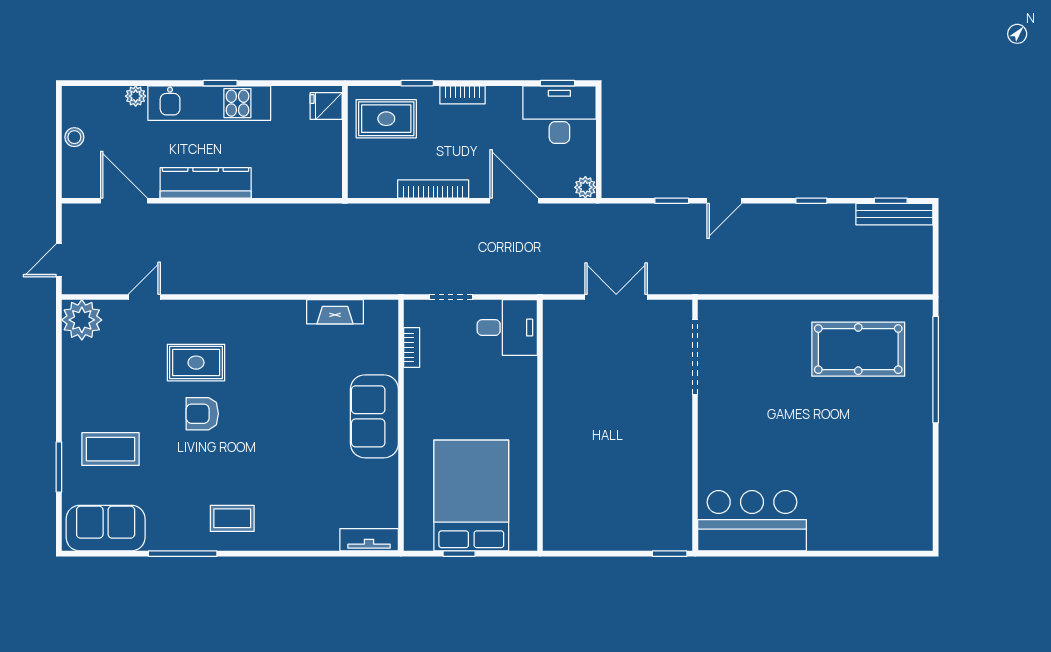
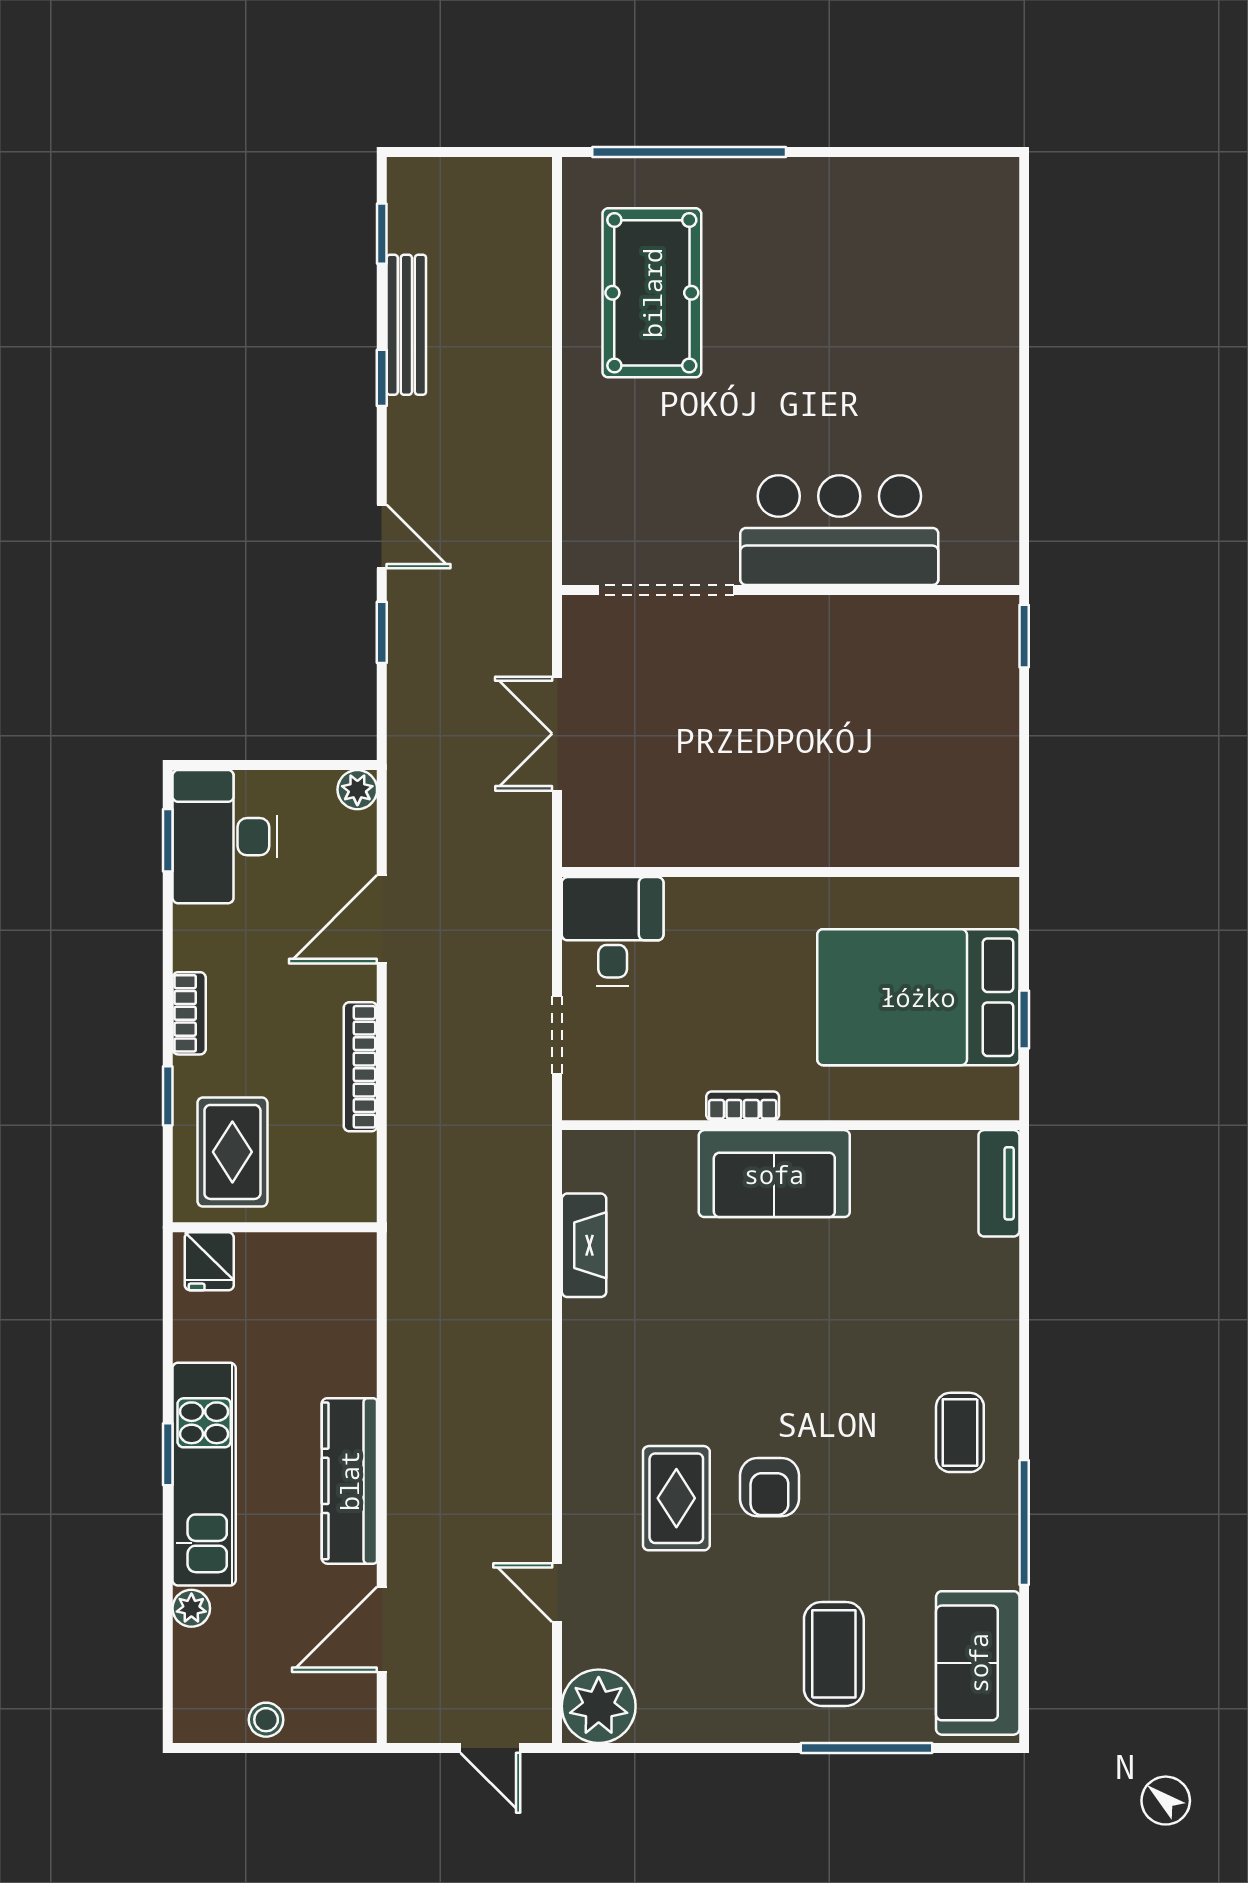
bench: (894, 214) -> (406, 325), moved
bookcase: (412, 348) -> (743, 1106), moved
window: (59, 467) -> (866, 1748), width x1.44
bar counter: (752, 521) -> (839, 530), moved, turned 90

